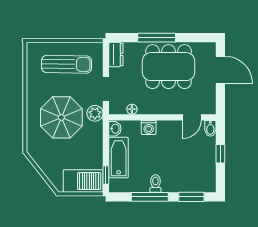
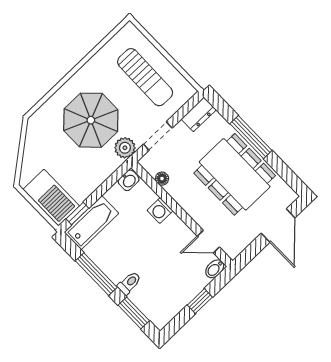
bathtub: (119, 158) -> (91, 223), moved
toilet: (155, 184) -> (129, 283), moved

